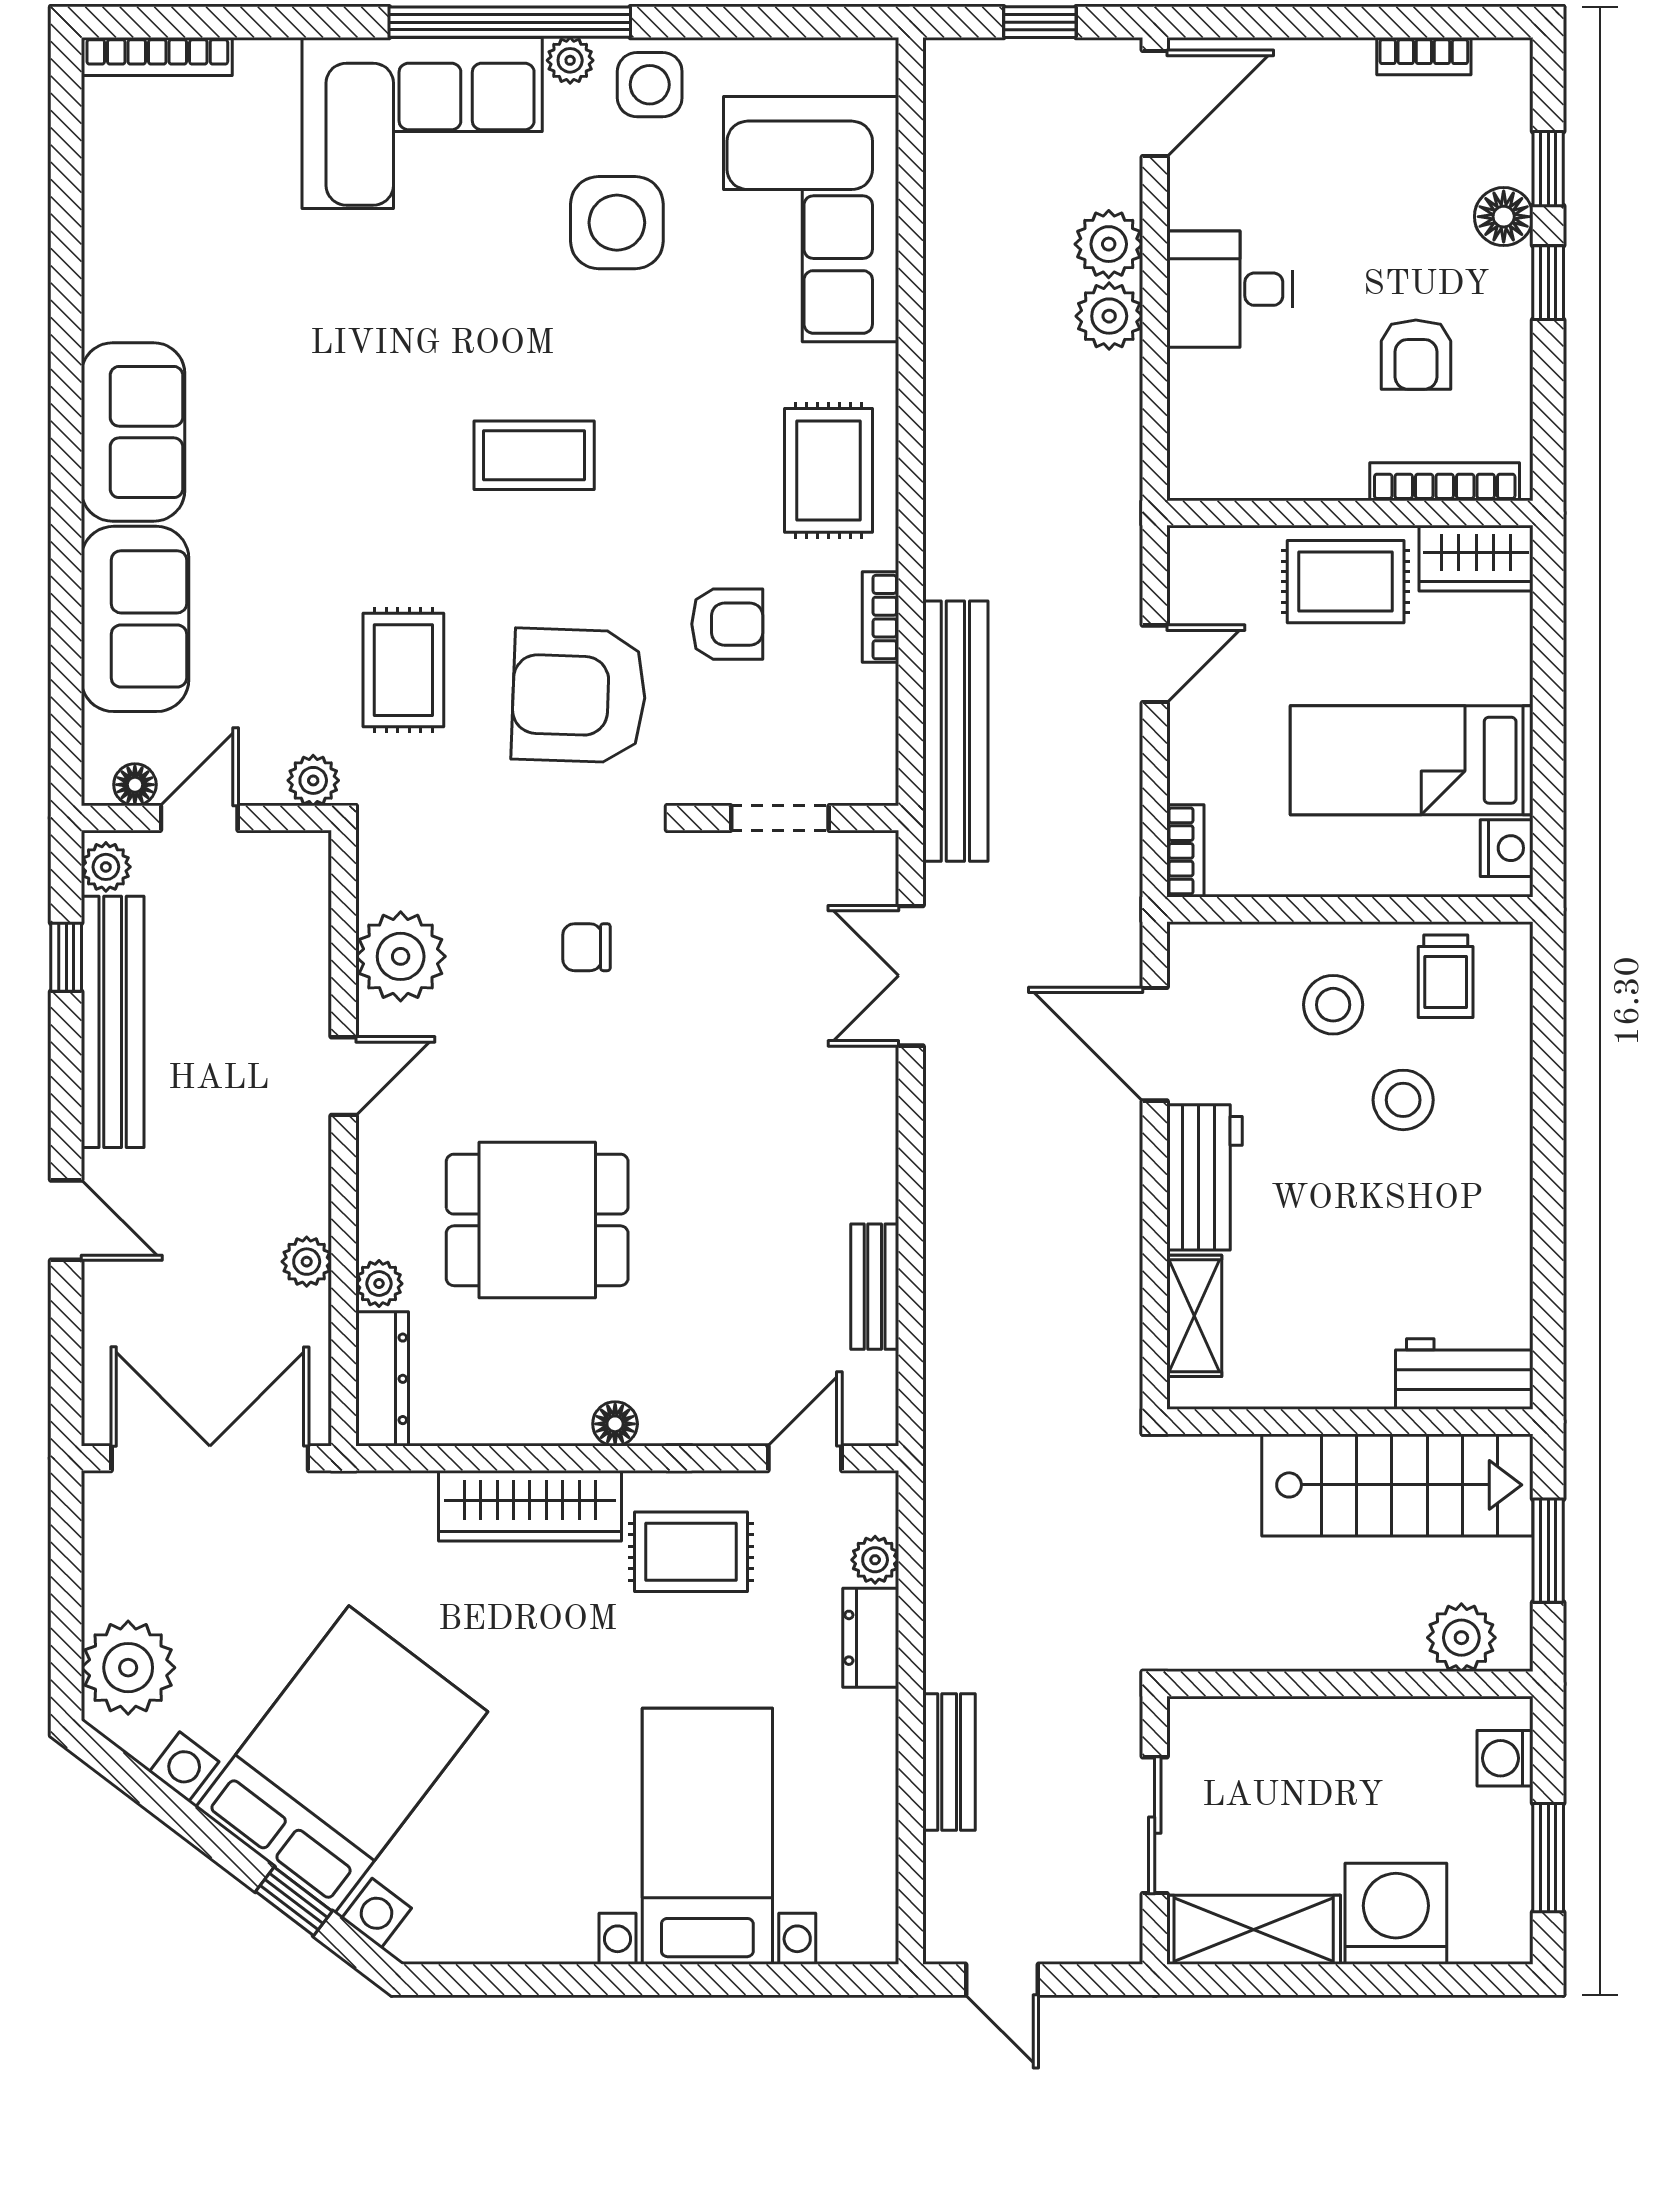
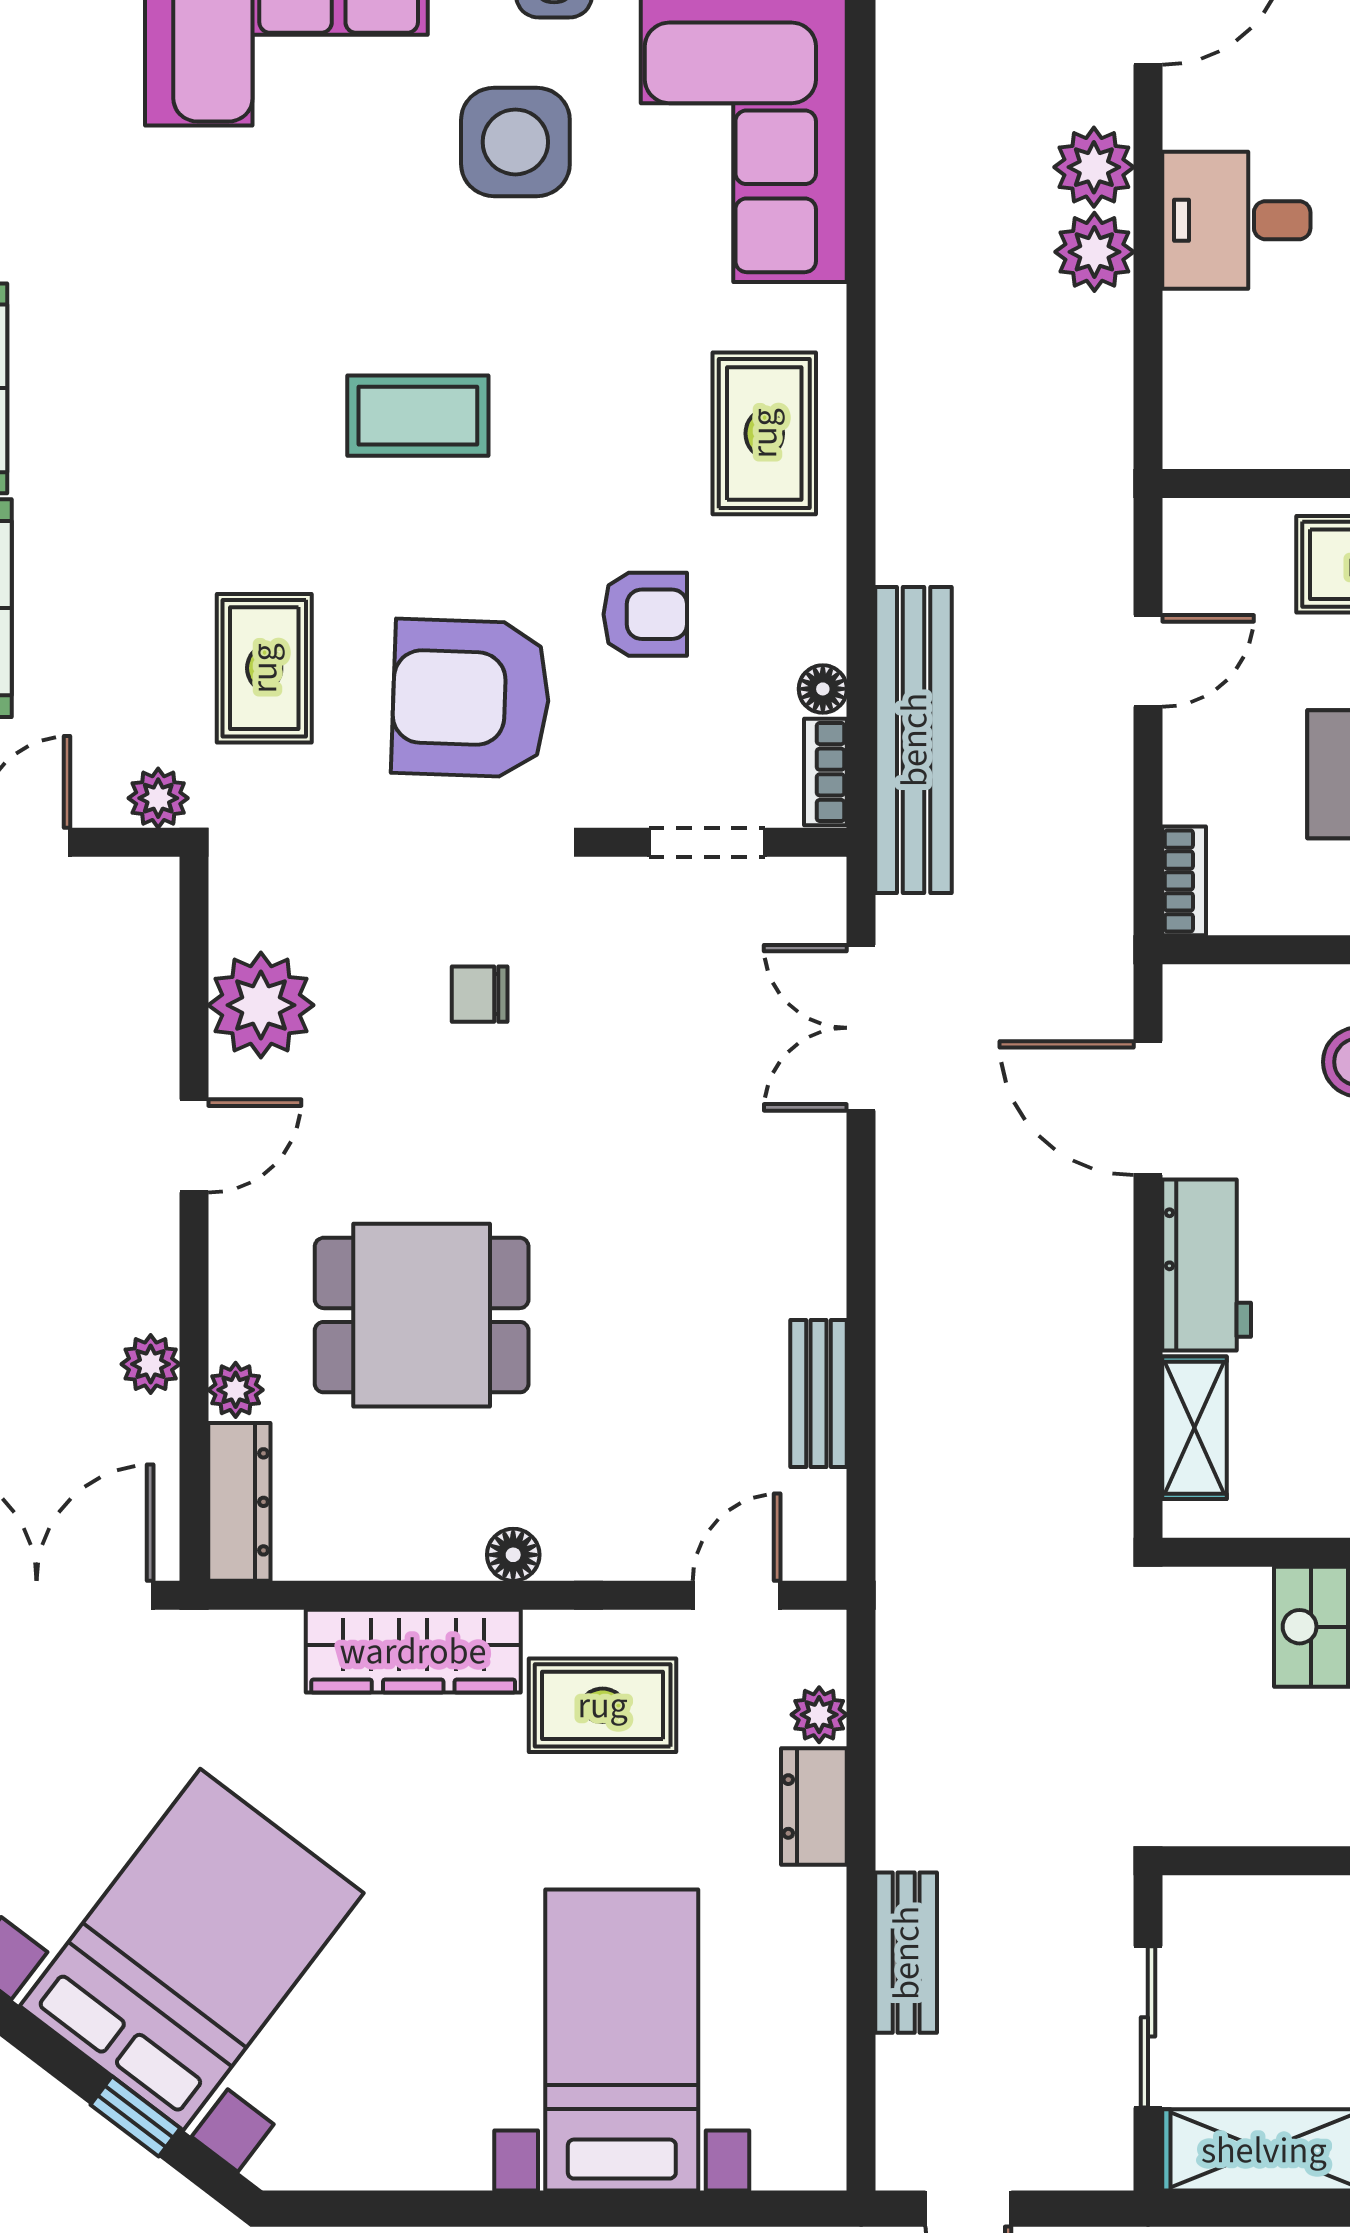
bookcase: (880, 617) -> (825, 772), moved
floor lamp: (878, 688) -> (823, 689), added

